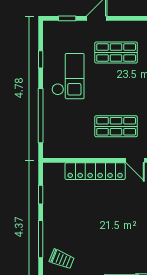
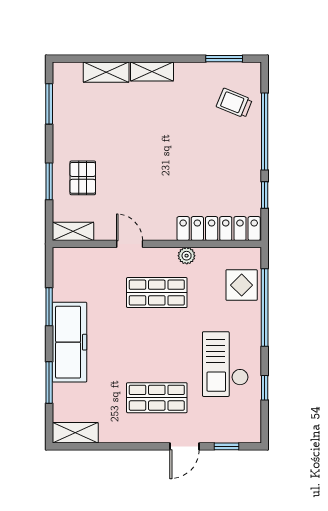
display table: (57, 132) -> (242, 285), added
plant: (95, 152) -> (187, 256), added
locker: (95, 171) -> (219, 229), moved
window: (41, 239) -> (265, 131), width x1.46

